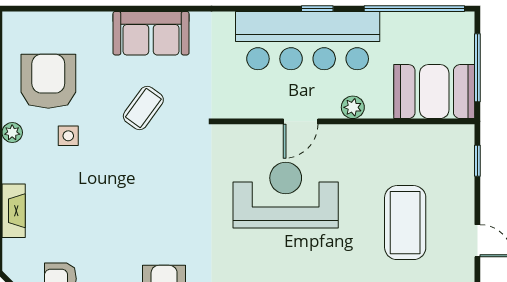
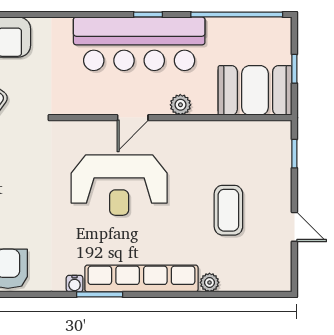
window: (477, 68) -> (294, 69), width x0.46
reception desk: (286, 195) -> (119, 185), turned 180
coffee table: (405, 223) -> (228, 210), width x0.73, depth x0.76

